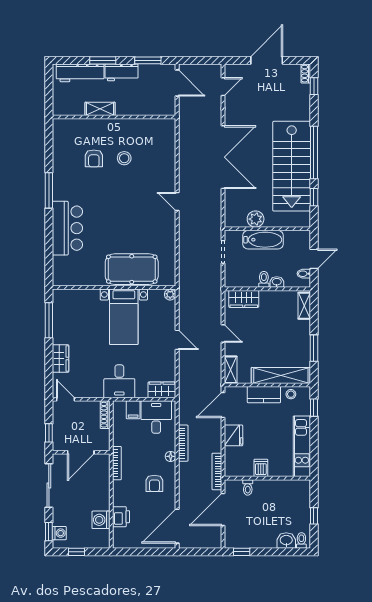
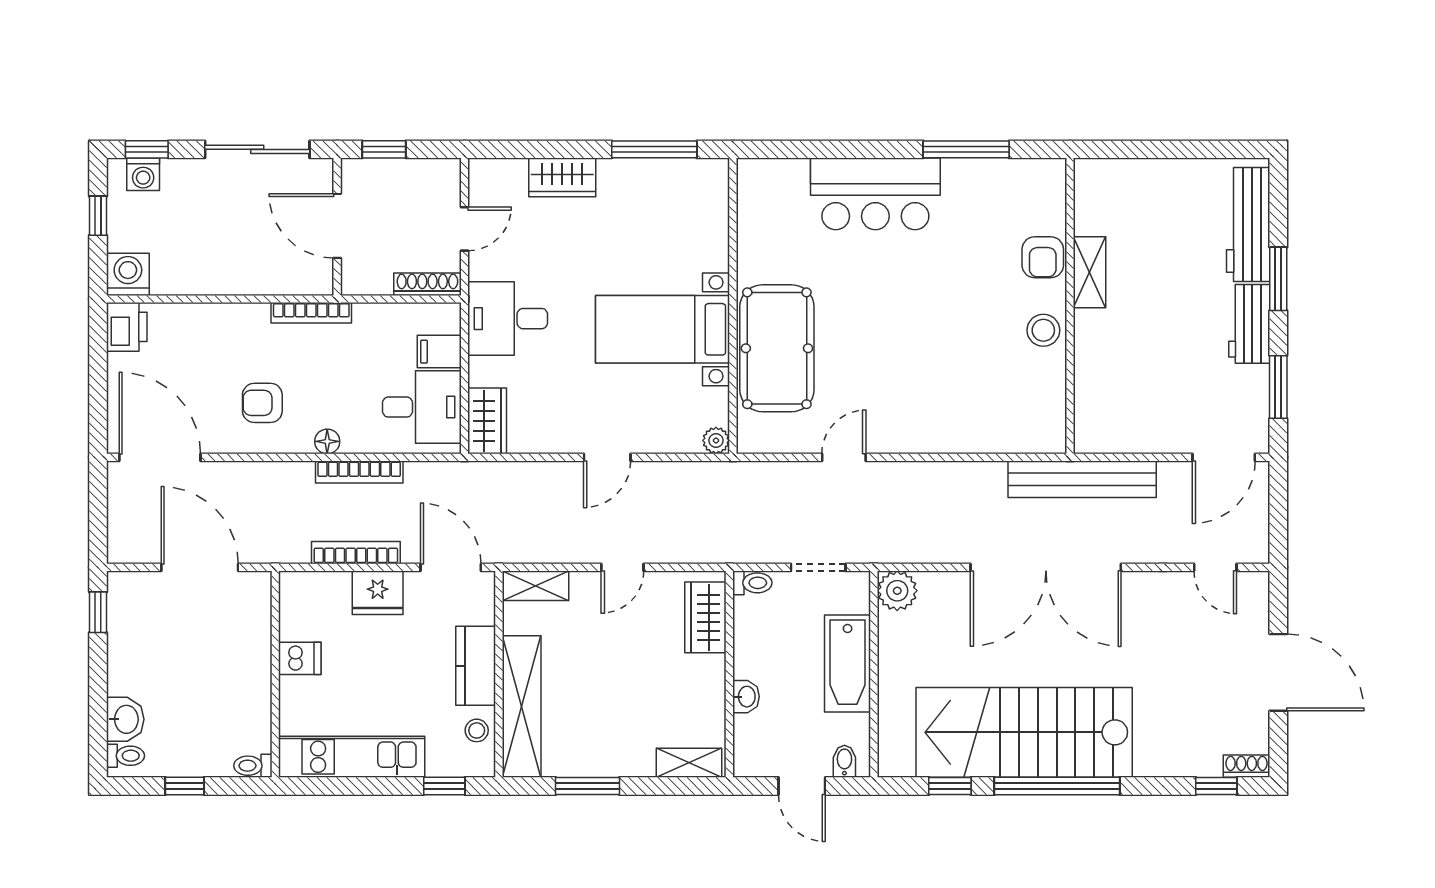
shelving: (100, 109) -> (1090, 272), moved
wall: (114, 117) -> (1070, 306), moved
bench: (186, 142) -> (1082, 479), added
armchair: (94, 158) -> (1043, 257), turned -90
door: (177, 201) -> (844, 457), moved
plant: (256, 219) -> (897, 591), moved
bidet: (304, 274) -> (844, 761), moved
toilet: (264, 279) -> (752, 583), moved
door: (66, 399) -> (464, 229), moved
bookcase: (217, 471) -> (356, 553), moved
toilet: (248, 487) -> (253, 766), moved
printer: (121, 517) -> (127, 327), moved, turned -90
washing machine: (101, 520) -> (128, 274), moved

